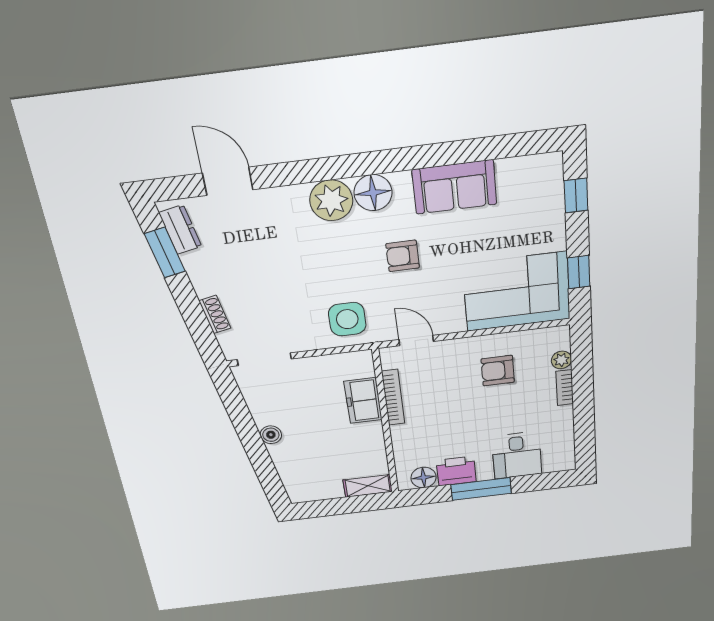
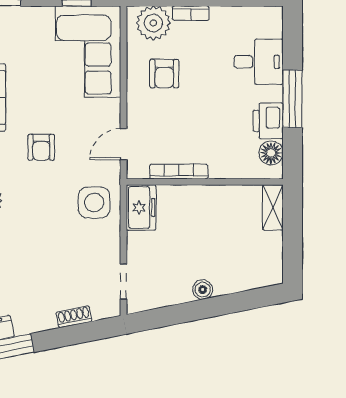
doorway: (264, 359) -> (123, 282), width x0.73
plant: (561, 360) -> (153, 23), width x1.88, depth x1.88
freezer: (363, 401) -> (141, 207), moved, turned -90

